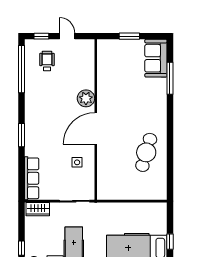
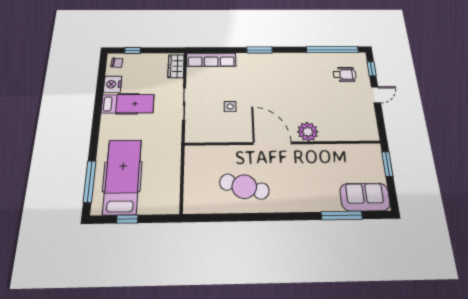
plant: (86, 98) -> (308, 132), moved
wall: (96, 120) -> (283, 143), moved
door: (96, 128) -> (272, 143), moved

